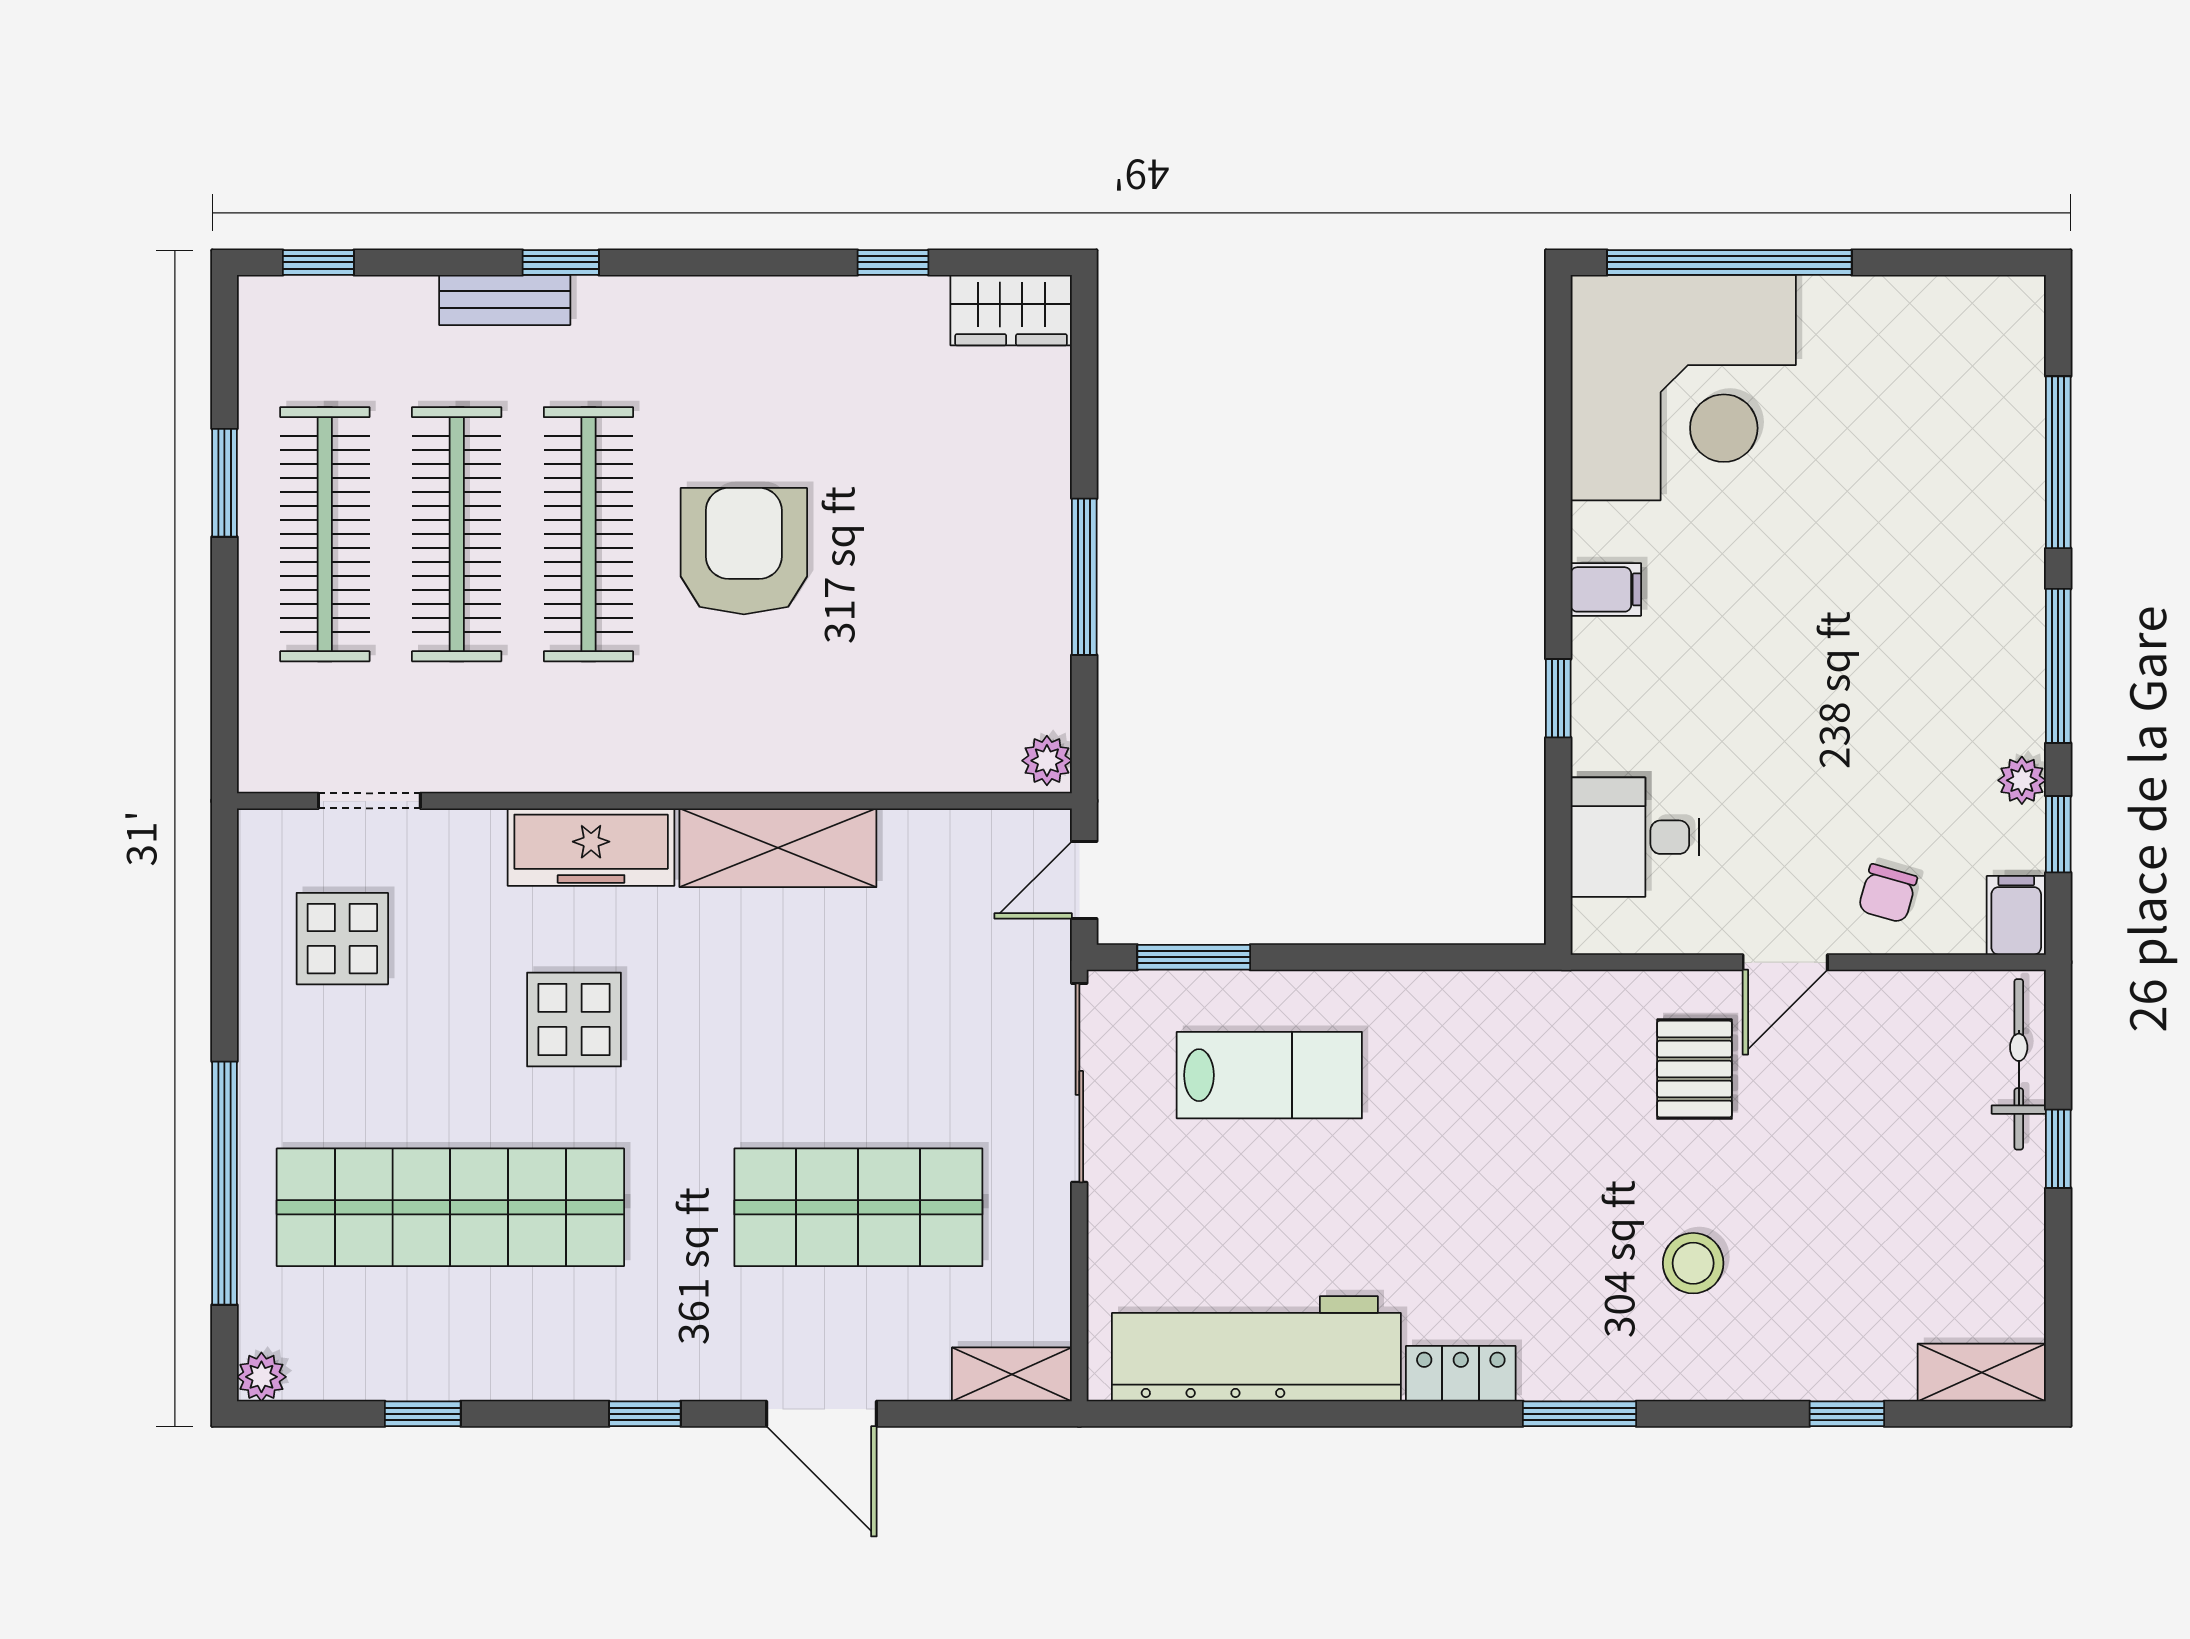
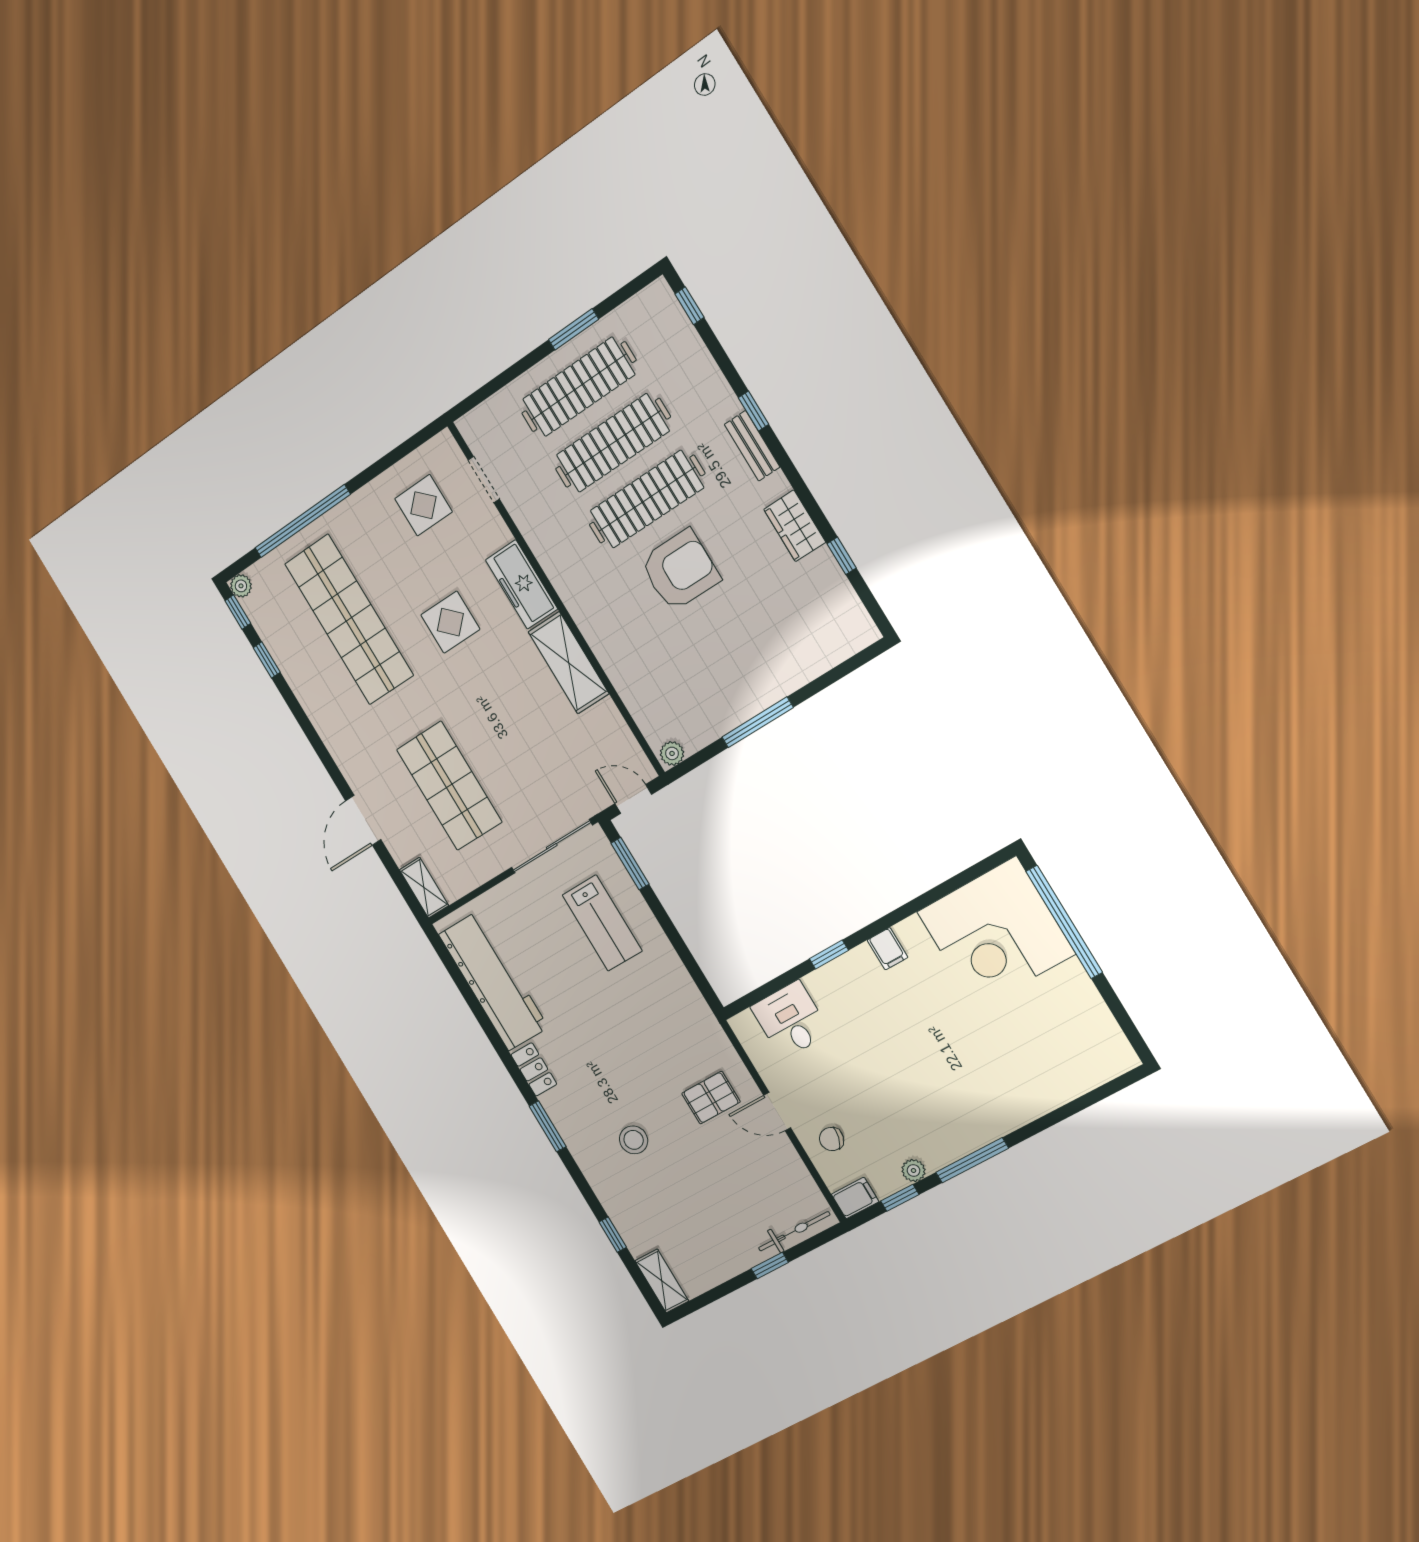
bench: (505, 300) -> (752, 446), moved
wardrobe: (1011, 310) -> (795, 526), moved
window: (2058, 462) -> (1062, 1114), removed
window: (645, 1414) -> (238, 612), moved

